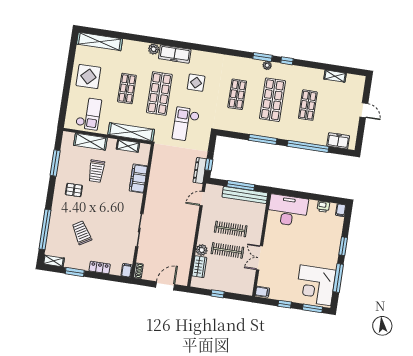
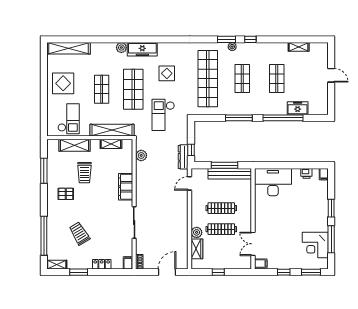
shop shelf: (237, 94) -> (208, 79), width x2.00, depth x1.36
shop shelf: (273, 100) -> (242, 79), width x0.70, depth x0.74
freezer: (338, 141) -> (298, 108), moved
plant: (157, 163) -> (141, 155), added
filing cabinet: (138, 178) -> (126, 187), moved
double door: (260, 258) -> (253, 244), moved
corner desk: (316, 285) -> (315, 245), width x0.74, depth x0.74

